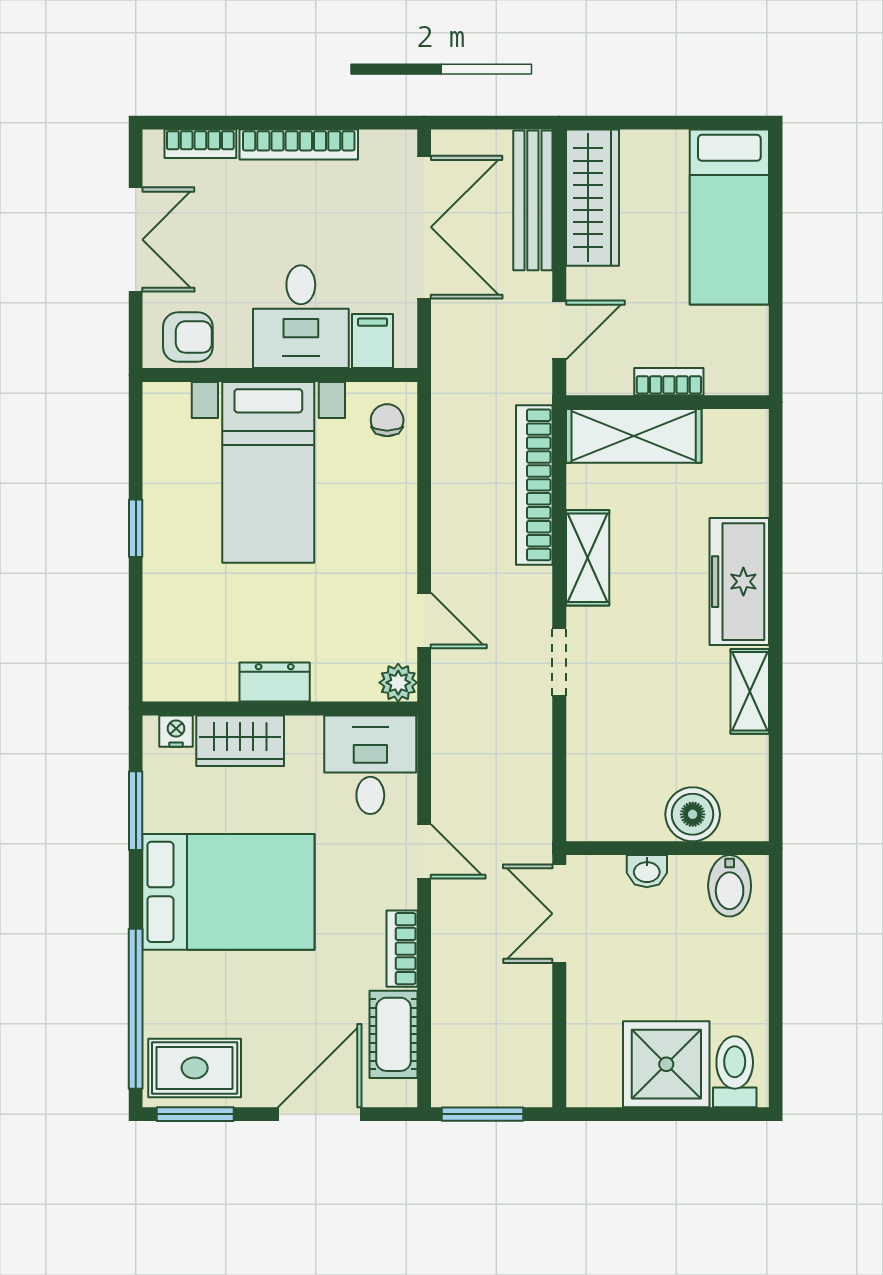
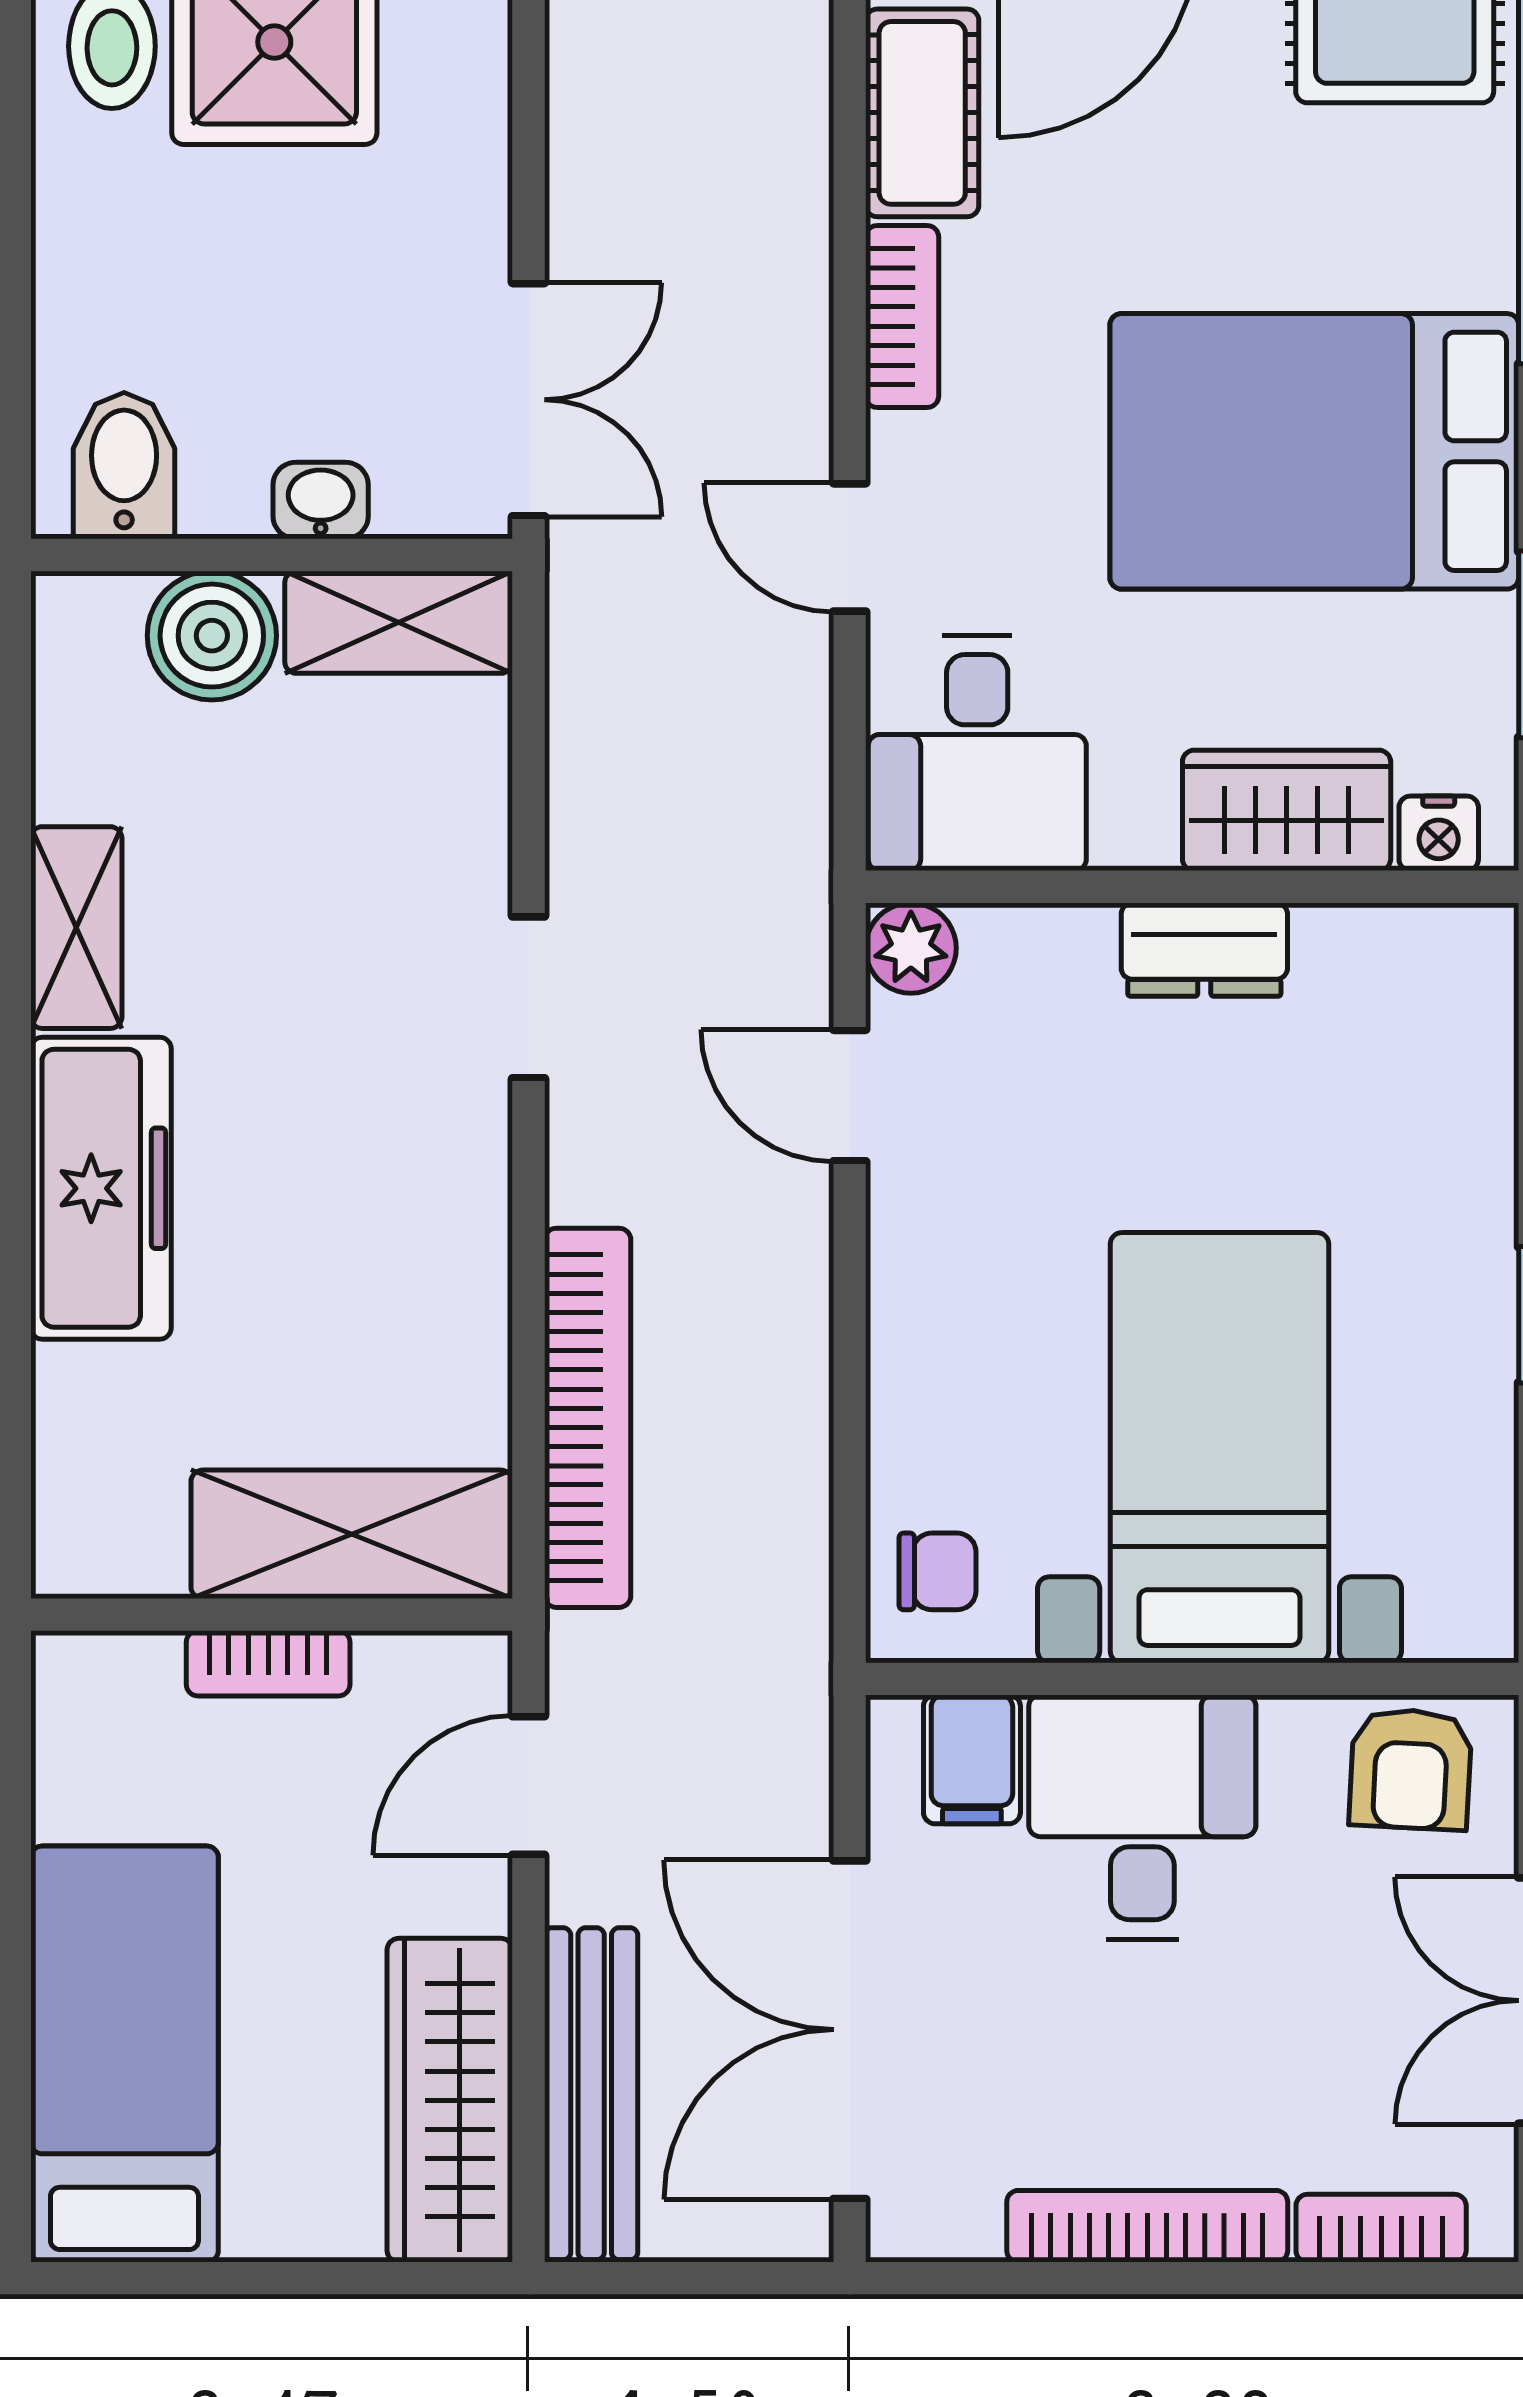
armchair: (188, 337) -> (1411, 1769), turned -87
chair: (387, 420) -> (937, 1571), turned -90
shelving: (588, 558) -> (399, 622), moved, turned 90

